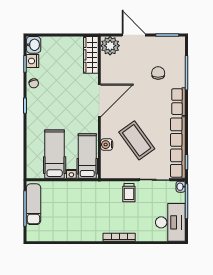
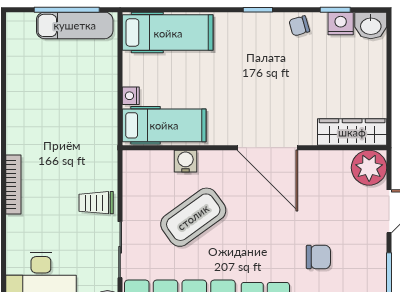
hospital bed: (55, 154) -> (168, 33), moved

